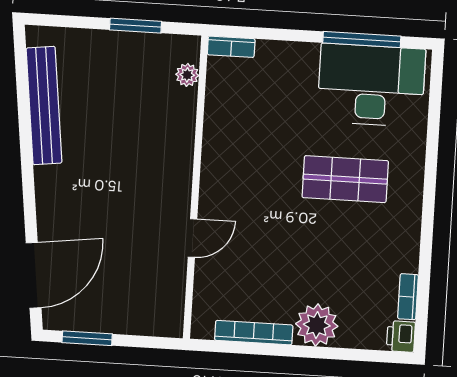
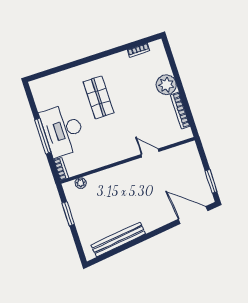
window: (362, 39) -> (43, 136), moved
desk: (371, 85) -> (63, 130), moved
printer: (401, 336) -> (157, 47), removed

